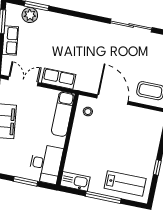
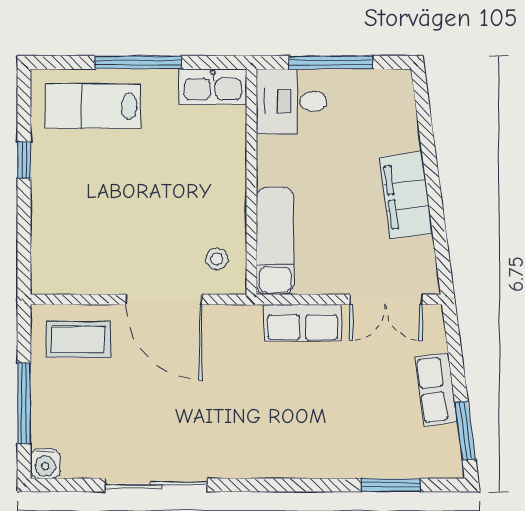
plant: (30, 15) -> (402, 460), removed
desk: (46, 164) -> (291, 101), width x0.73
window: (25, 181) -> (331, 62), width x1.44

